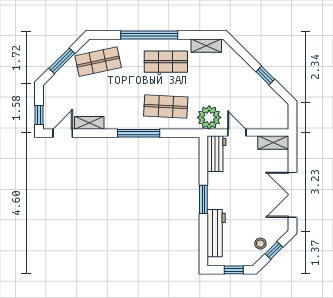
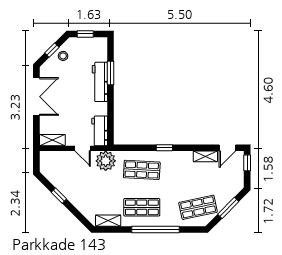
window: (139, 133) -> (164, 148), width x0.46
window: (203, 199) -> (110, 73), moved
workbench: (216, 233) -> (100, 82), moved

